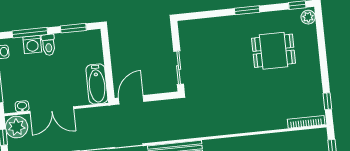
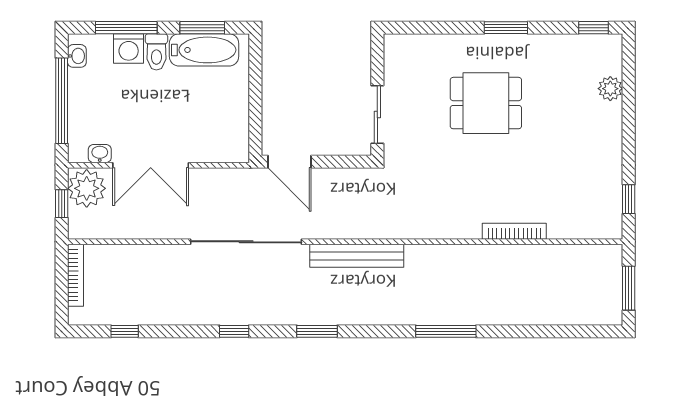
plant: (308, 17) -> (610, 89), moved
dining table: (273, 51) -> (486, 103), moved
bathtub: (97, 84) -> (204, 50), moved, turned -90
door: (131, 100) -> (289, 162), swing flipped
bookcase: (306, 122) -> (514, 231), moved

